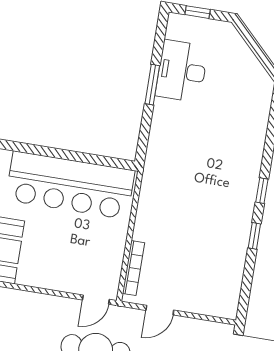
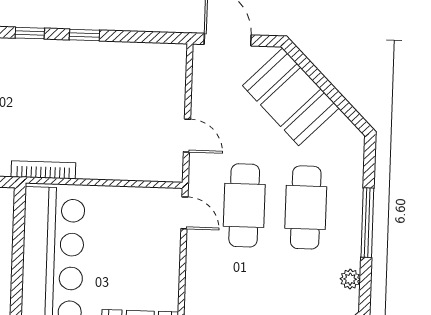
bookcase: (134, 268) -> (43, 170), moved

